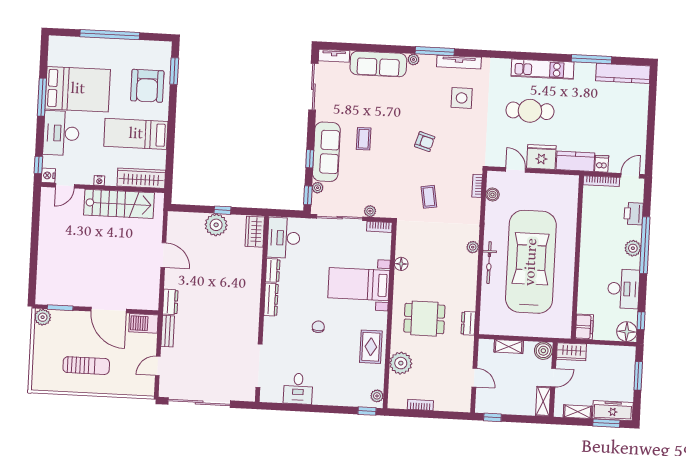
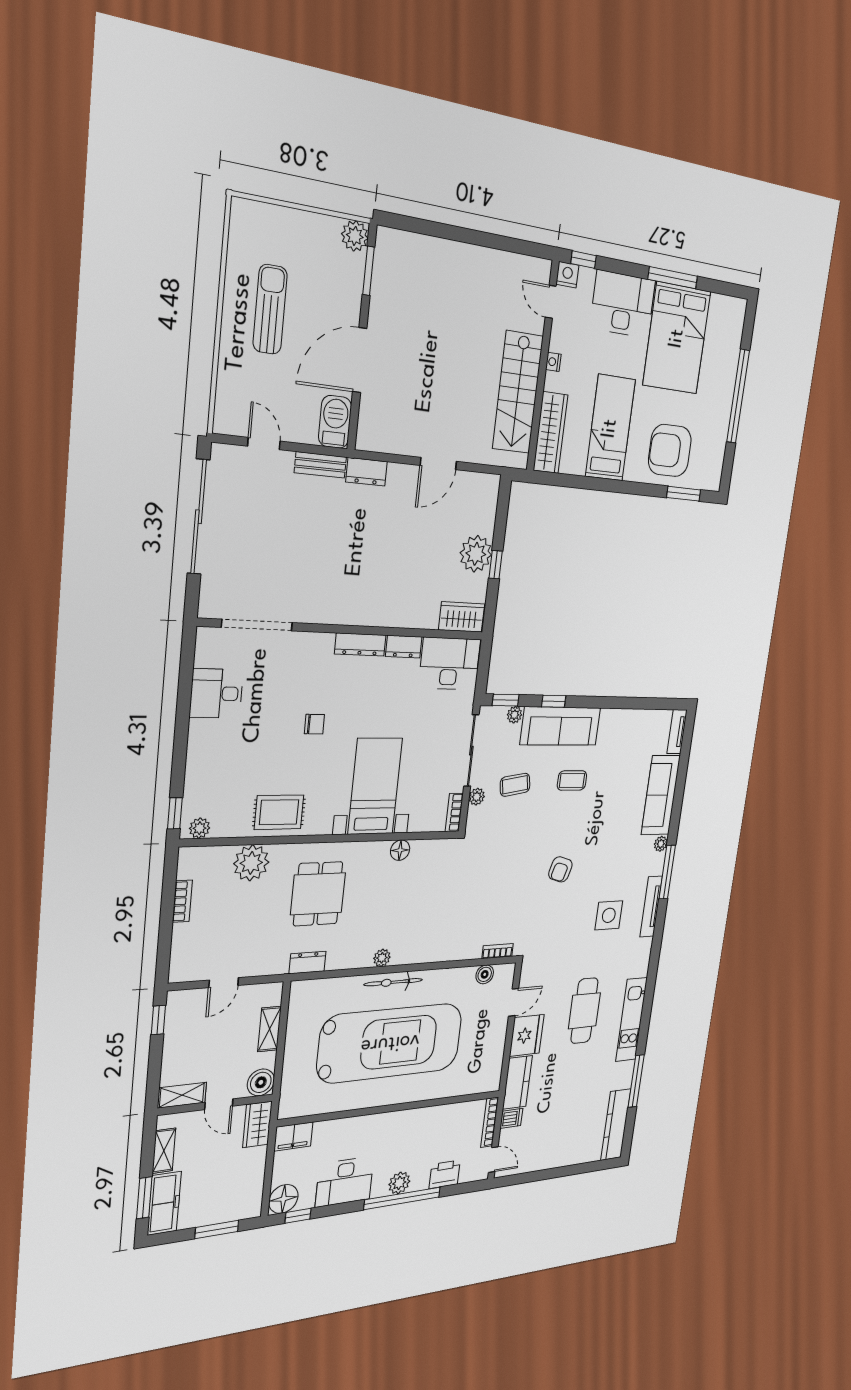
sliding door: (313, 87) -> (643, 703), removed
coffee table: (429, 197) -> (515, 785), moved
plant: (473, 247) -> (382, 958), moved
sun lounger: (86, 366) -> (270, 309), turned 180

